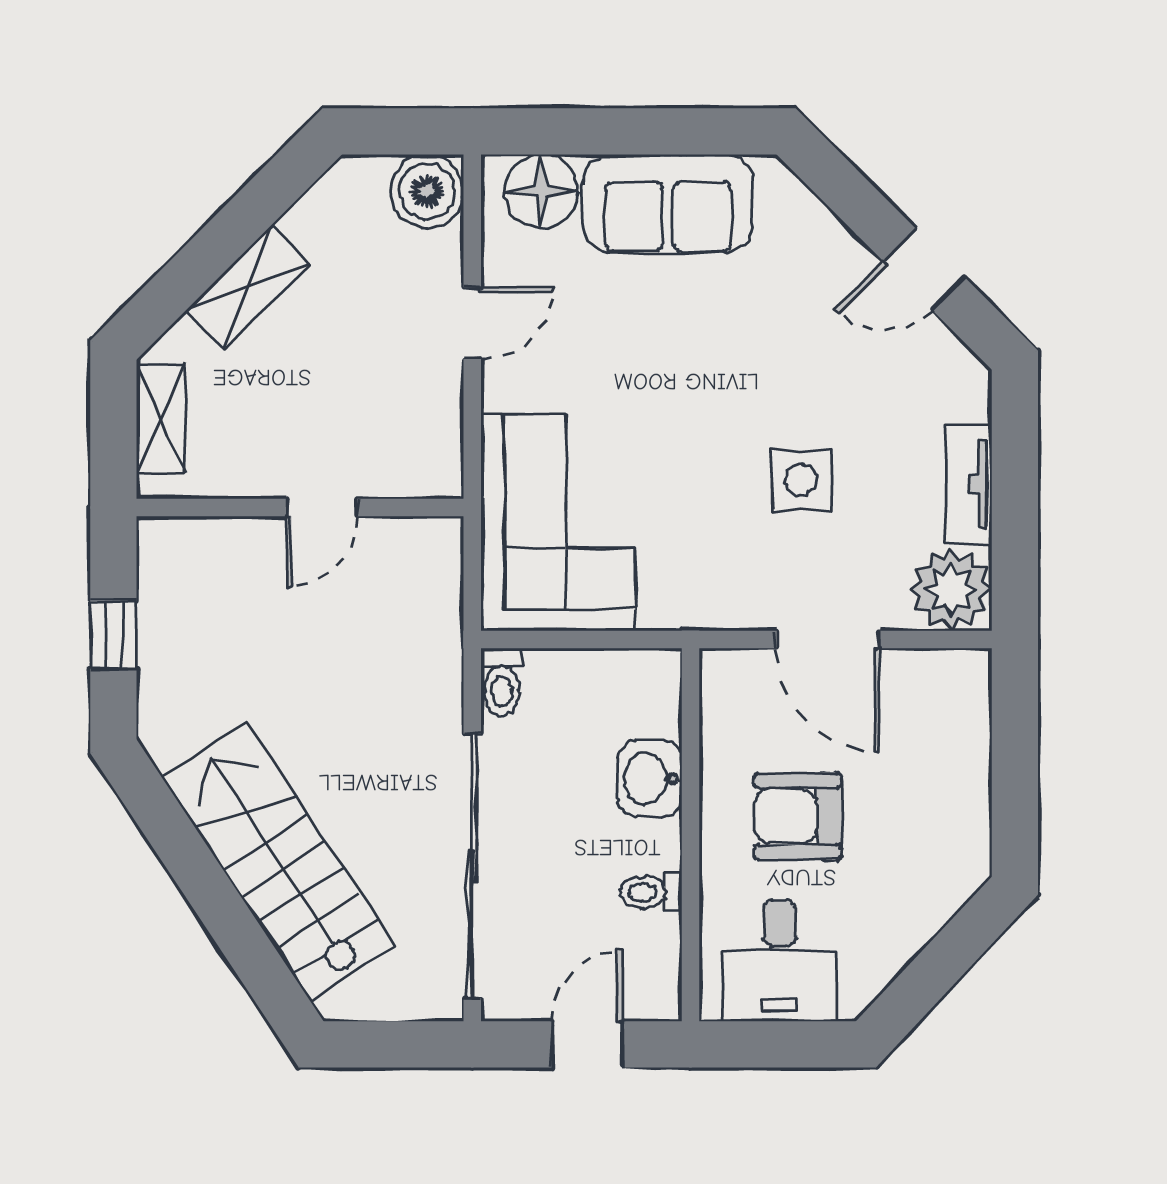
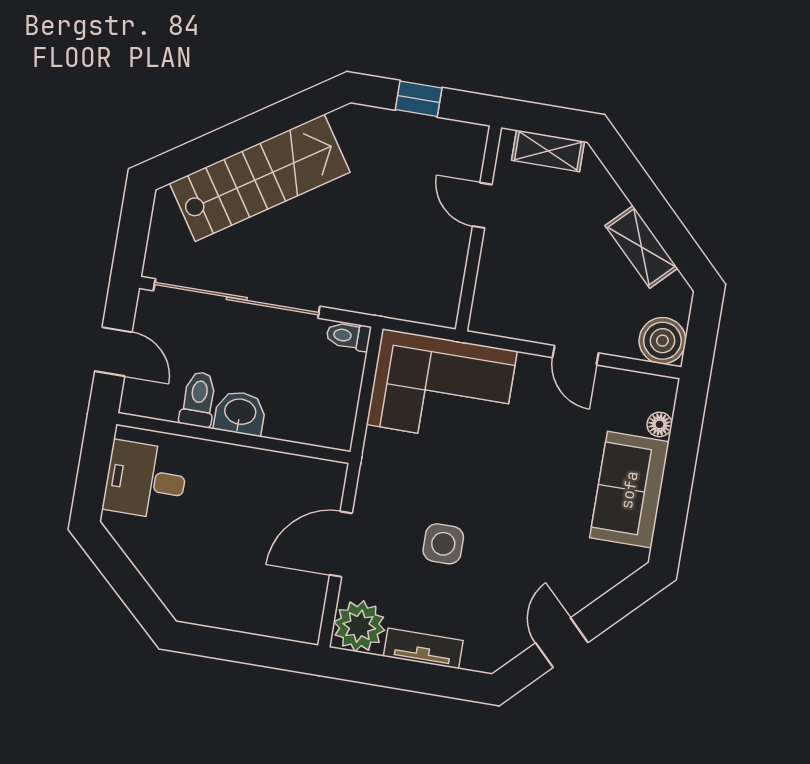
floor lamp: (541, 191) -> (660, 424), width x0.53, depth x0.53
shelving: (248, 287) -> (641, 247), moved
door: (322, 507) -> (482, 205), moved
washbasin: (650, 779) -> (240, 413), moved
armchair: (798, 816) -> (234, 507), removed
toilet: (651, 892) -> (198, 399), width x1.37, depth x1.39

